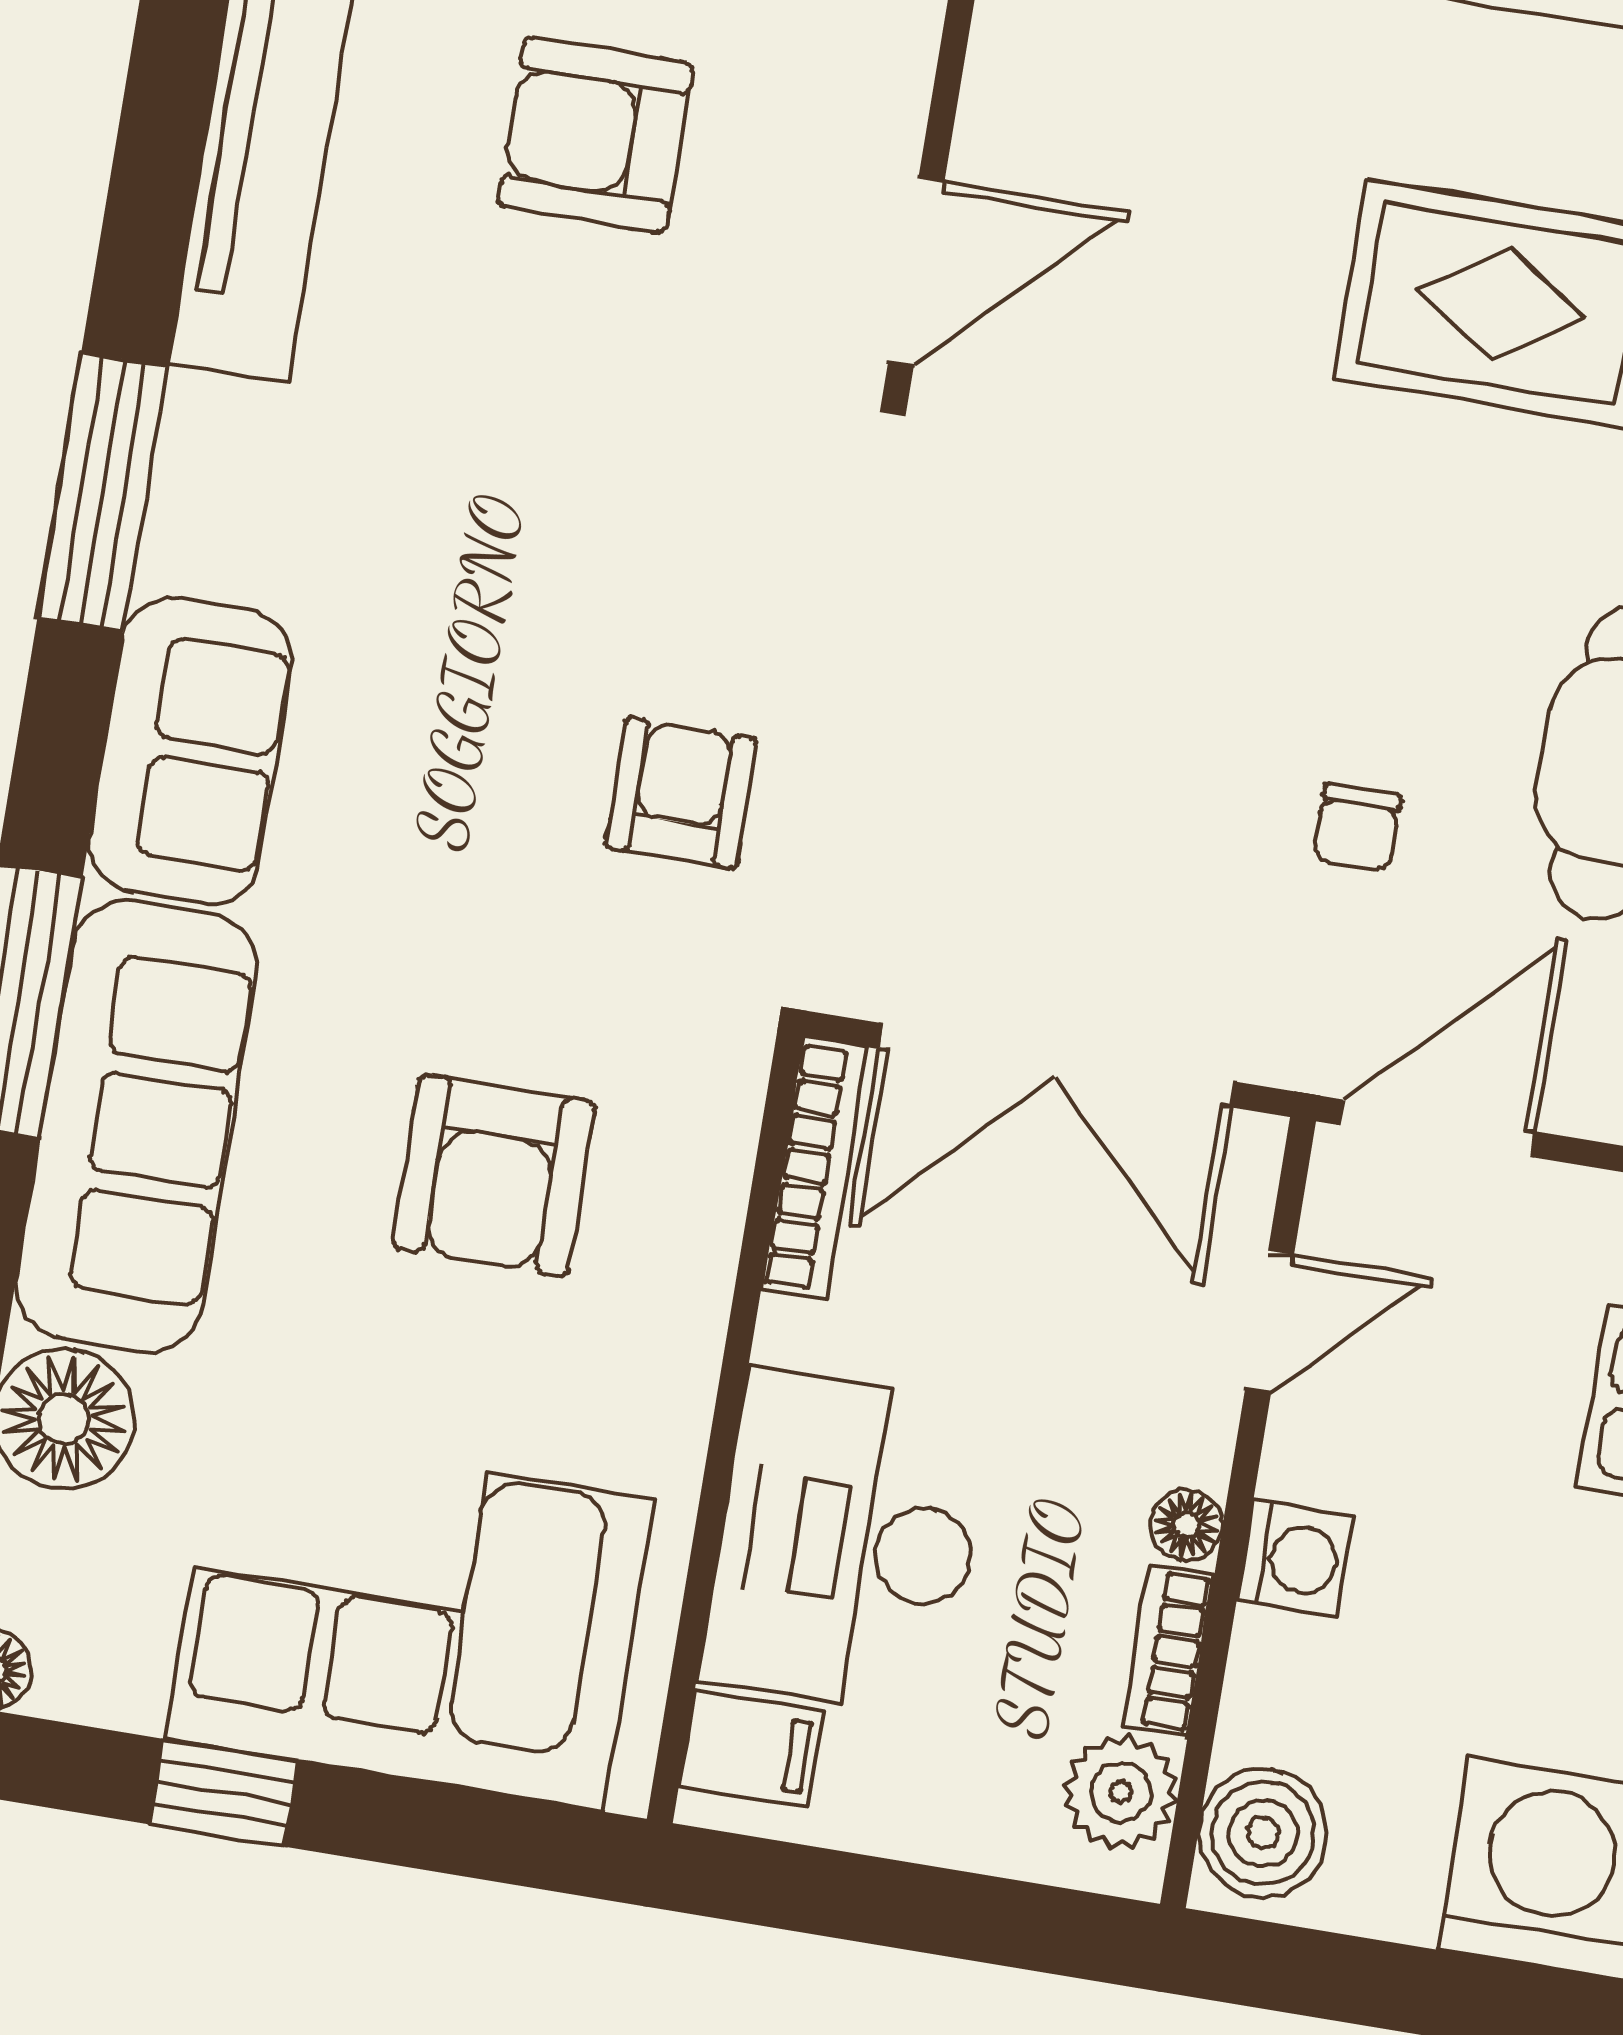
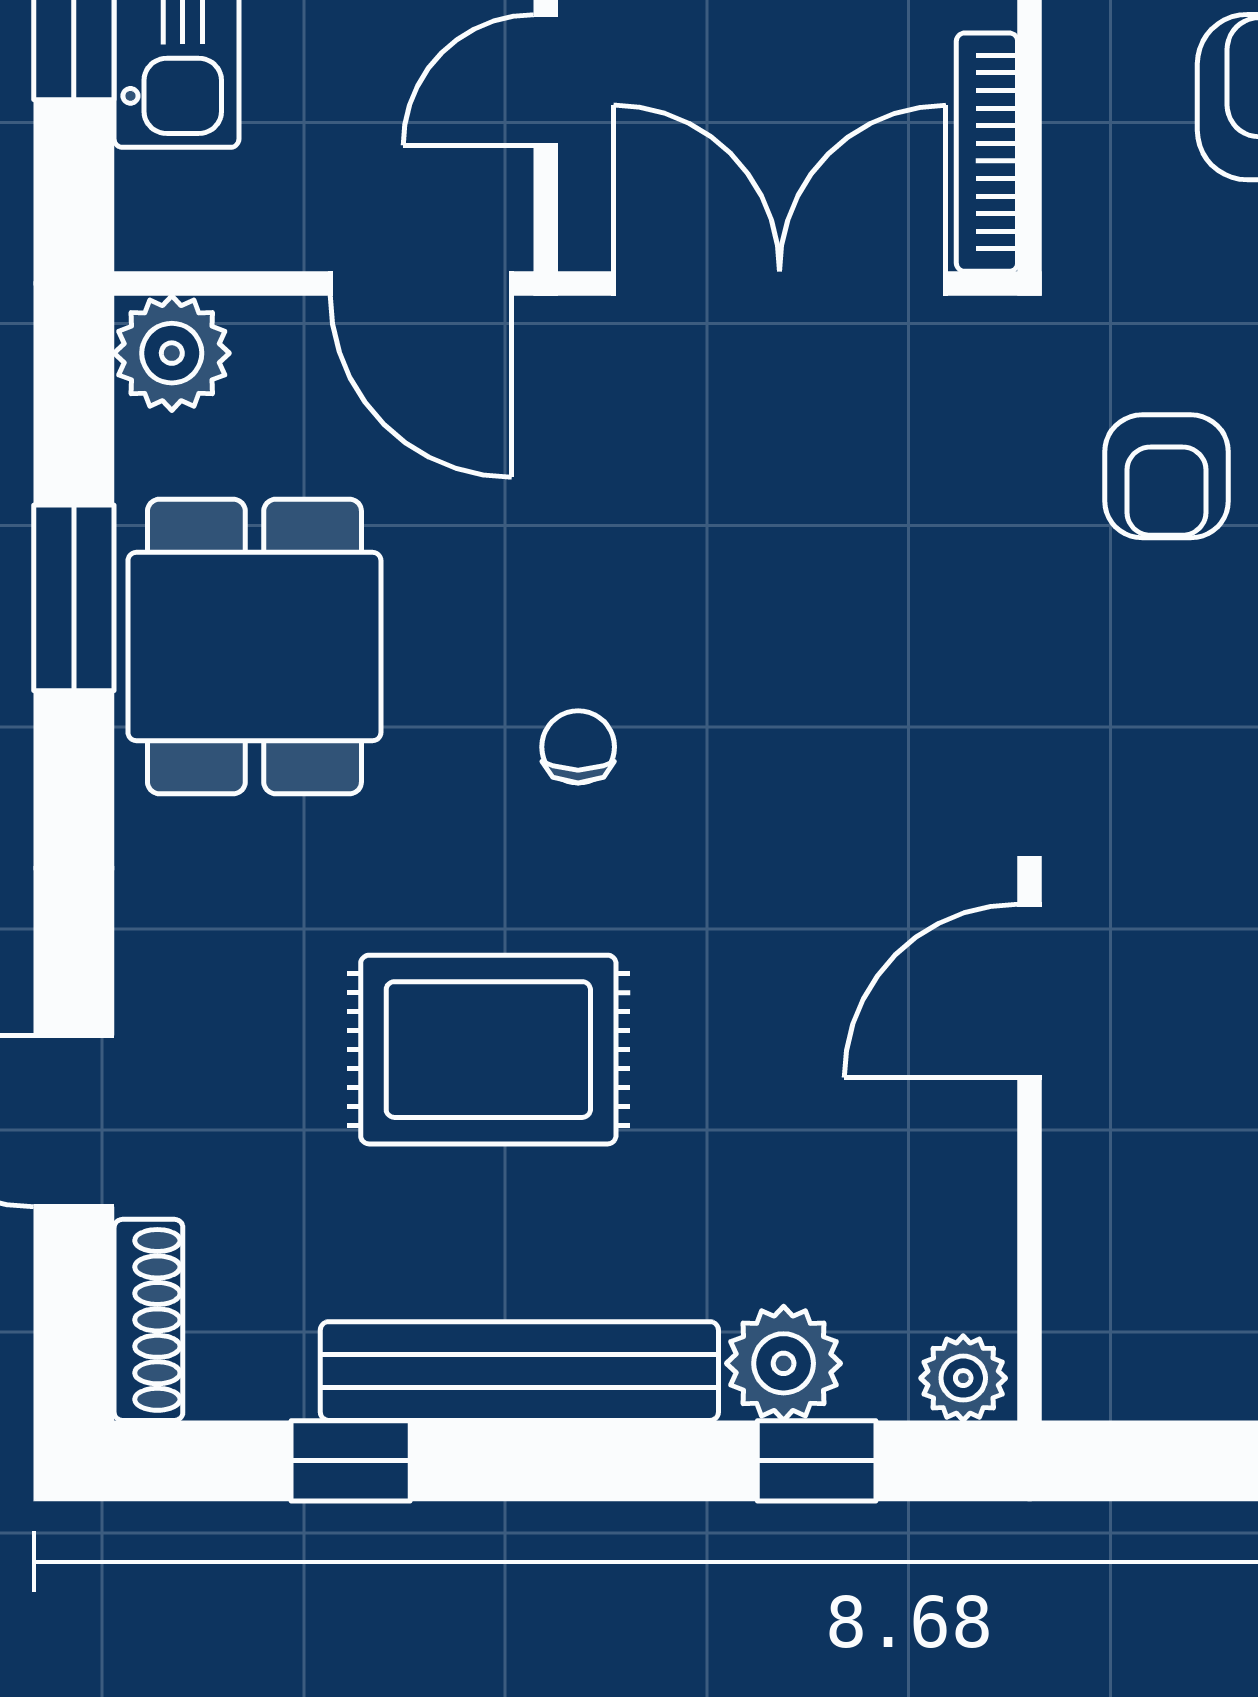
chair: (1357, 828) -> (578, 747), moved
door: (1438, 1128) -> (421, 283), hinge flipped

